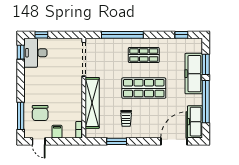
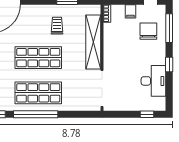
window: (122, 35) -> (36, 114), moved
window: (21, 52) -> (169, 65), moved
desk: (35, 53) -> (153, 81), moved
shop shelf: (144, 55) -> (38, 93), width x1.43, depth x1.36

